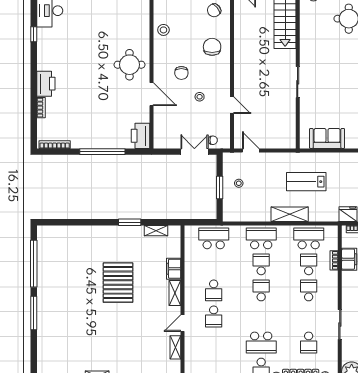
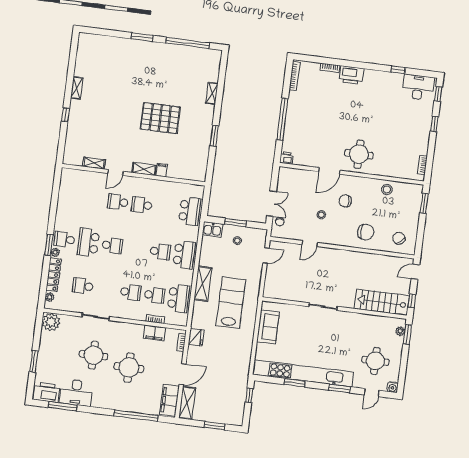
printer: (141, 136) -> (287, 158), width x0.53, depth x0.68
lab bench: (306, 182) -> (231, 303), width x1.36, depth x1.39
kitchen sink: (230, 211) -> (212, 229), added
shelving: (156, 231) -> (212, 93), moved
filing cabinet: (174, 269) -> (162, 170), width x0.50
school desk: (261, 290) -> (112, 245), moved
window: (34, 313) -> (142, 37), width x0.69
door: (182, 323) -> (115, 172), swing flipped

